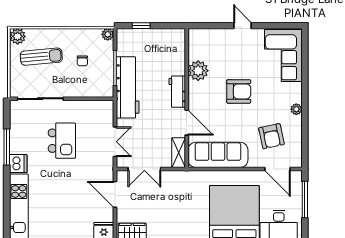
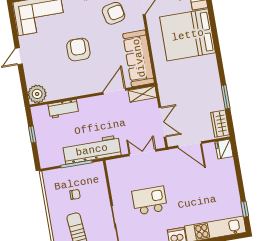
window: (141, 26) -> (32, 134), moved
plant: (108, 34) -> (47, 176), removed
plant: (198, 71) -> (37, 94), moved
workbench: (177, 92) -> (63, 109), moved
door: (115, 194) -> (190, 145), hinge flipped

